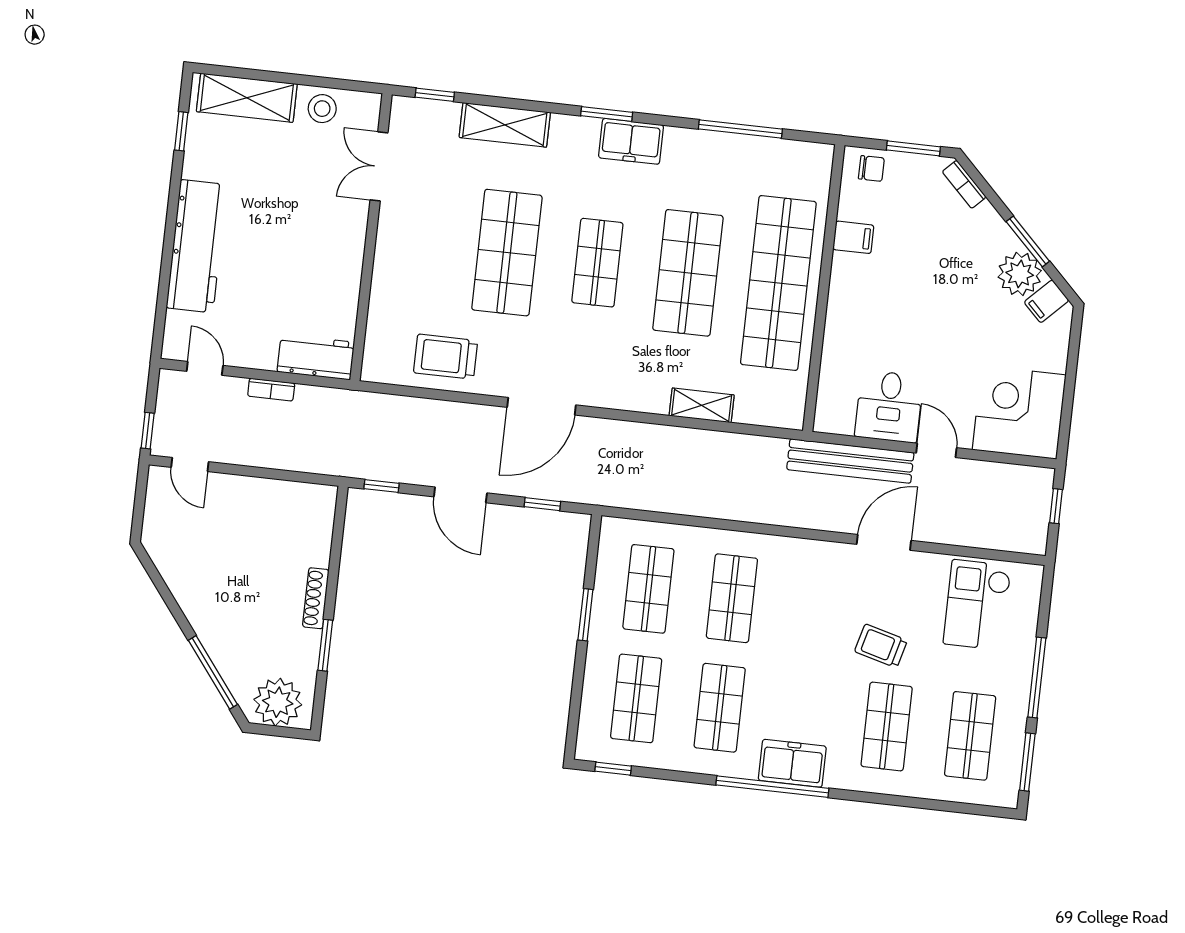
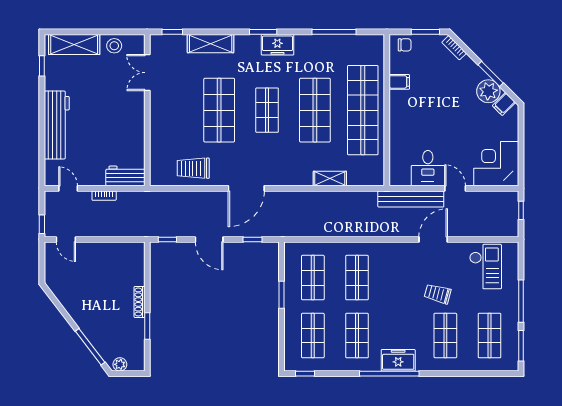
checkout: (977, 605) -> (486, 267), turned 180
plant: (278, 702) -> (120, 364), width x0.53, depth x0.53

